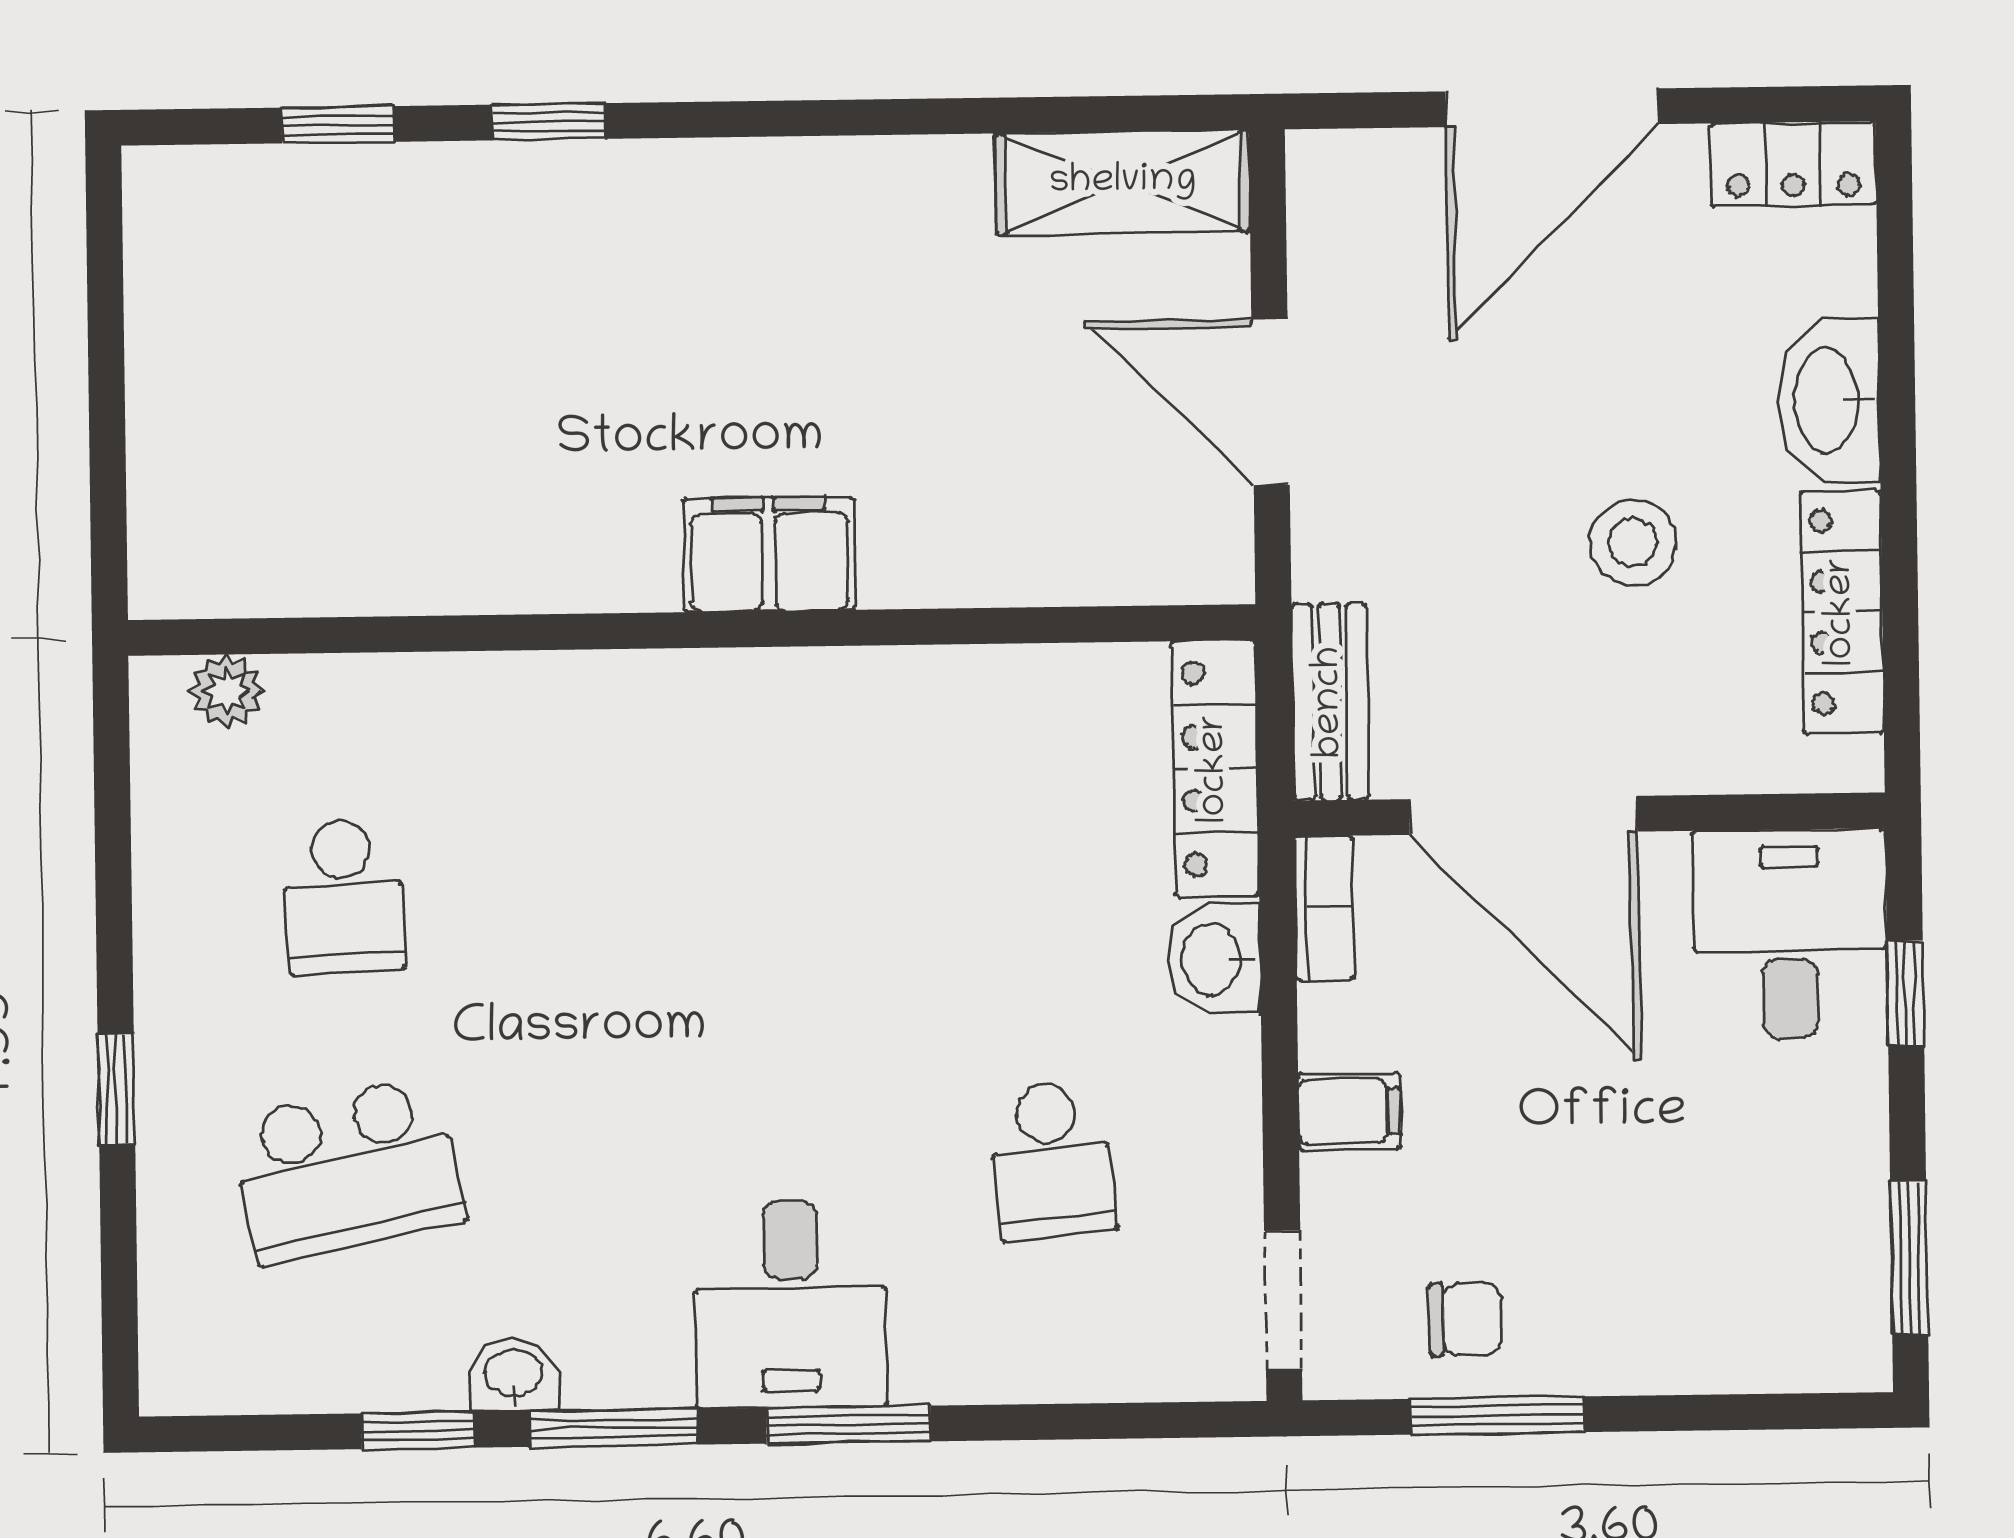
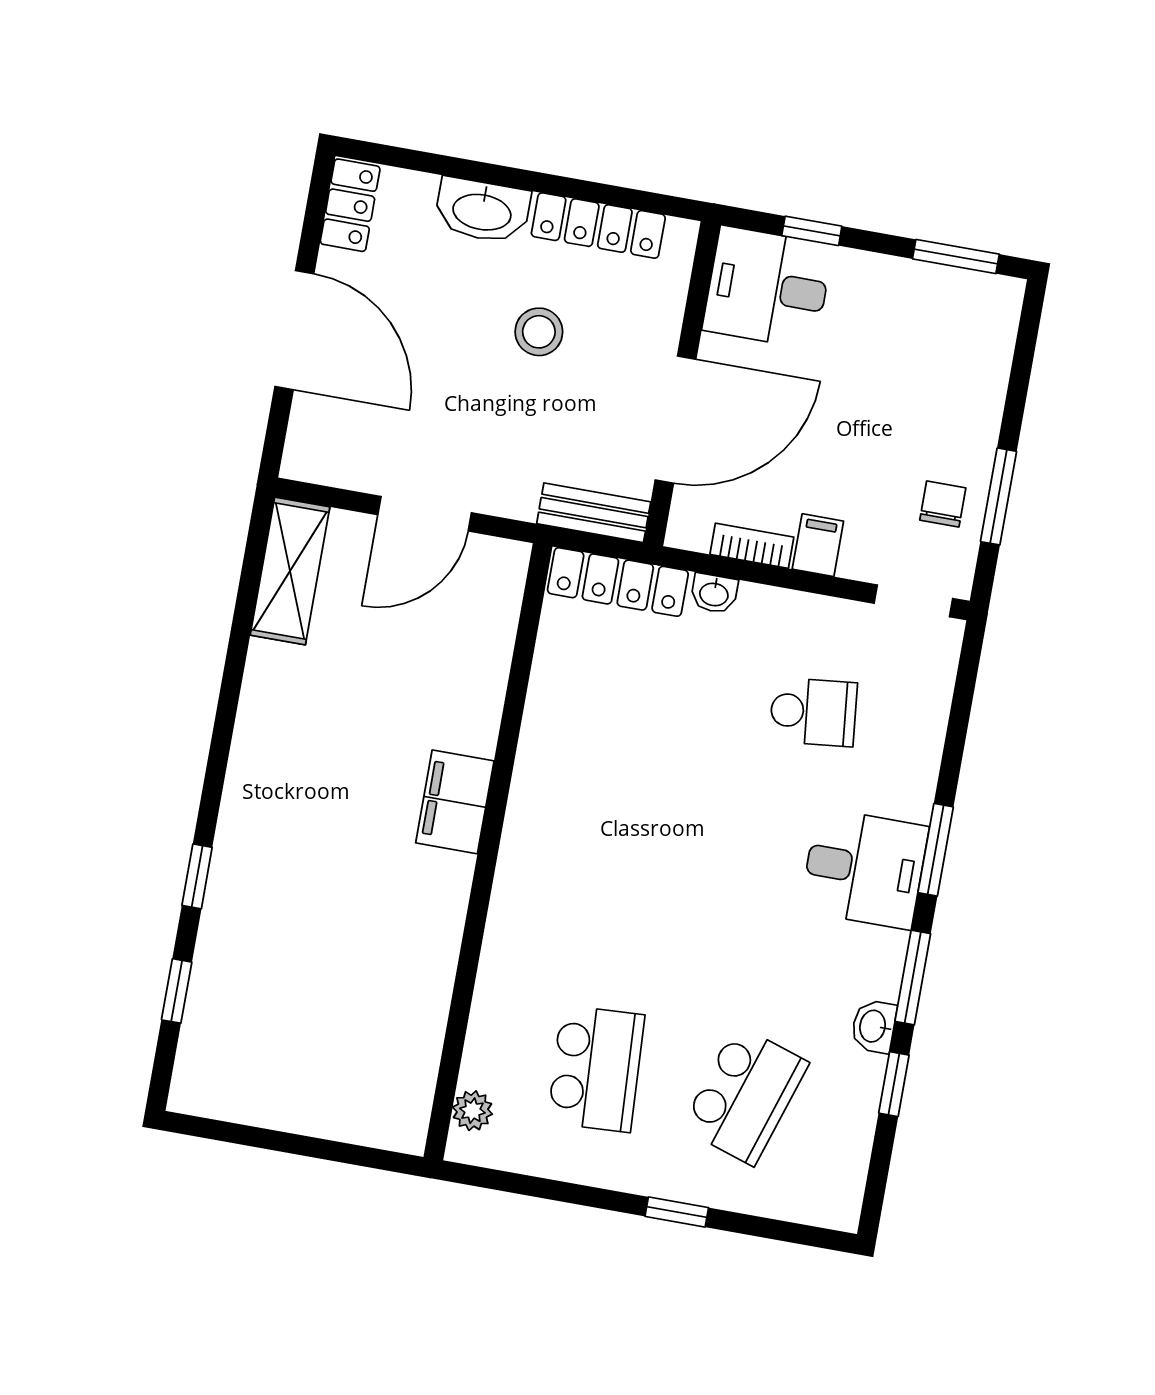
school desk: (343, 896) -> (596, 1069), width x1.85
bookcase: (1324, 908) -> (752, 546), moved
washbasin: (1214, 959) -> (714, 593), width x0.72, depth x0.69
school desk: (347, 1170) -> (745, 1095), turned 30

